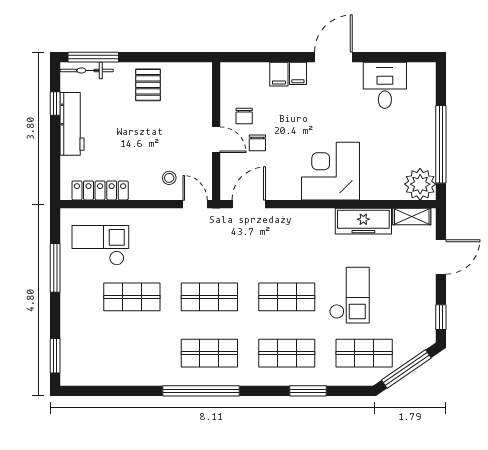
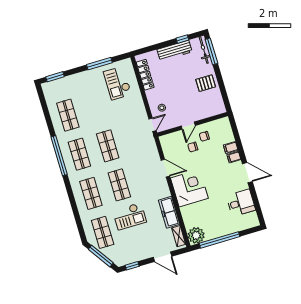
door: (249, 204) -> (165, 168), moved
checkout: (100, 245) -> (117, 83), turned 180
shop shelf: (132, 297) -> (68, 115), moved
window: (308, 391) -> (75, 210), removed

